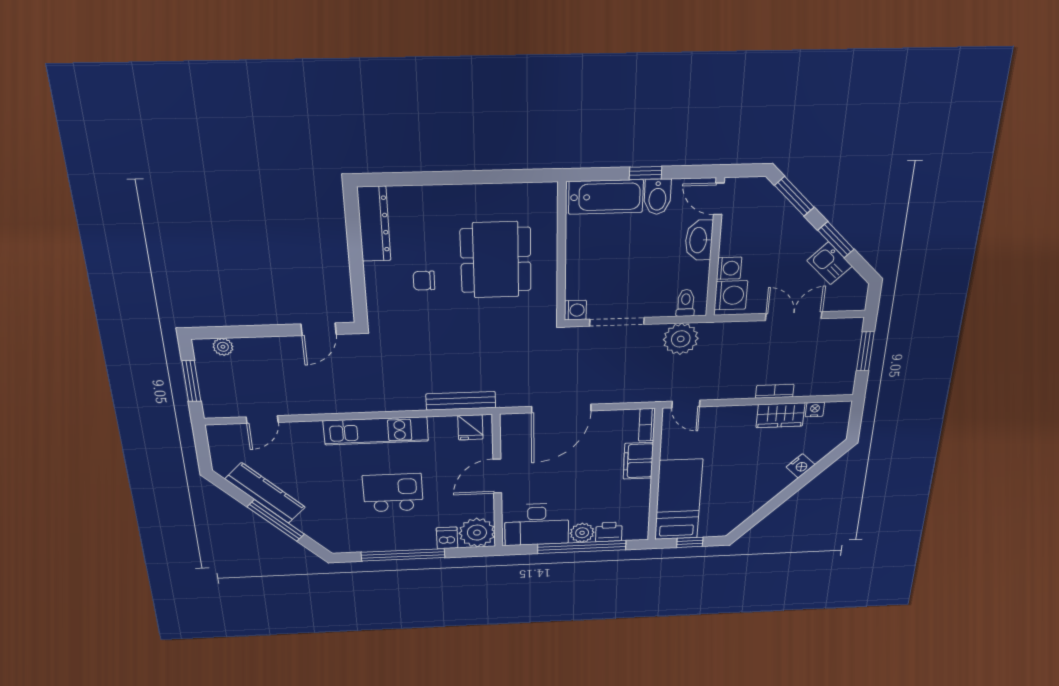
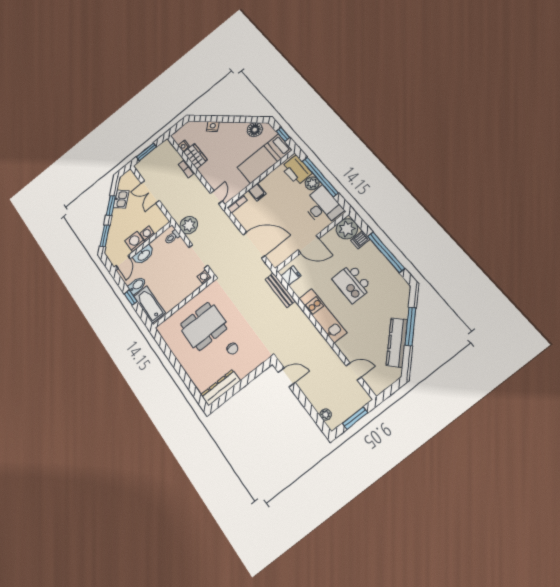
washing machine: (731, 295) -> (135, 241), moved
filing cabinet: (638, 461) -> (257, 192), width x0.50
floor lamp: (735, 514) -> (255, 130), added
printer: (609, 532) -> (297, 170), width x1.87, depth x1.48

